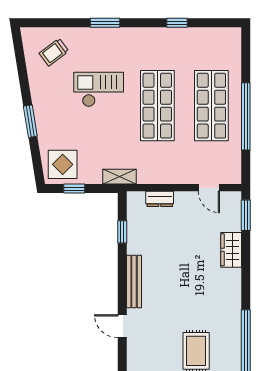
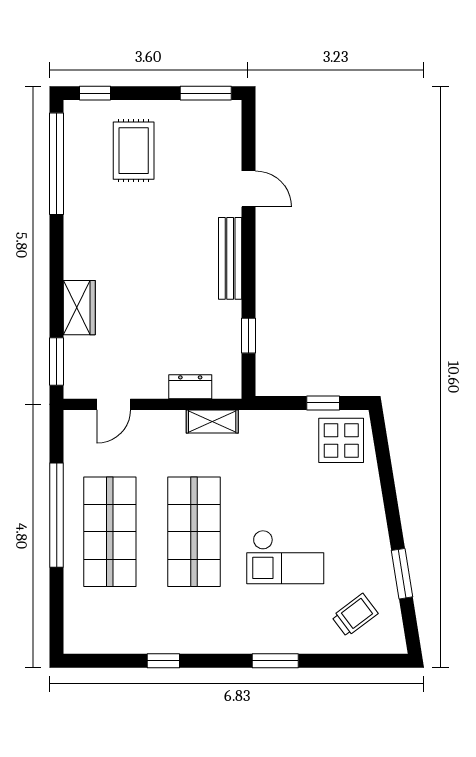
window: (30, 121) -> (402, 574), moved
shelving: (120, 177) -> (212, 421), moved
door: (209, 188) -> (114, 404), swing flipped

